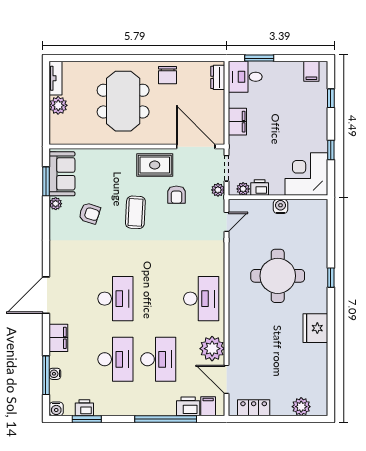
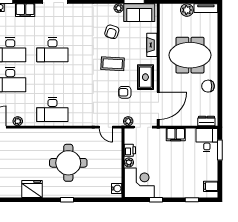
fireplace: (108, 156) -> (152, 45), added
plant: (243, 189) -> (129, 162), moved
water cooler: (280, 206) -> (117, 188), moved
plant: (212, 349) -> (18, 121), width x0.53, depth x0.53

